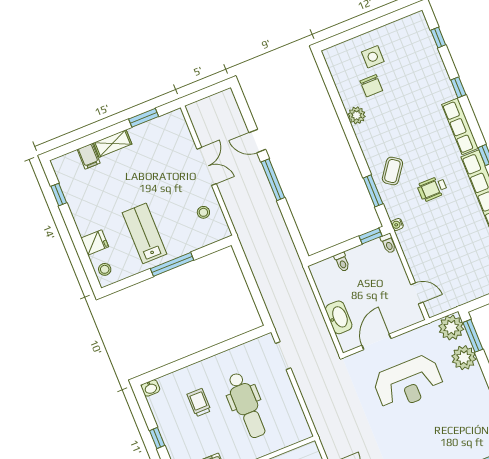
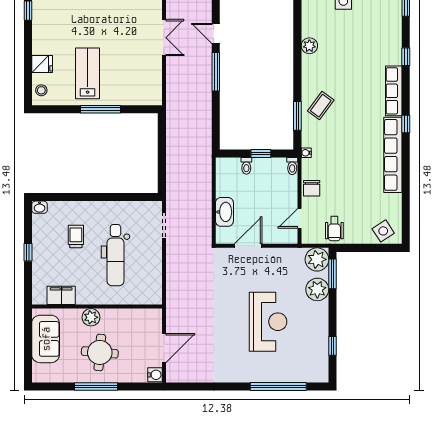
chair: (371, 86) -> (312, 188), moved
wheelchair: (432, 189) -> (334, 229), moved, turned -90
stool: (203, 212) -> (145, 76), removed
window: (371, 236) -> (261, 153), moved
door: (417, 293) -> (299, 218), swing flipped
reception desk: (408, 383) -> (268, 322), moved, turned -90

